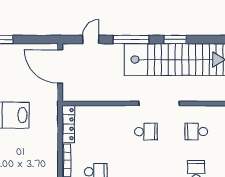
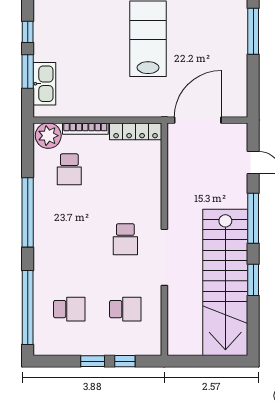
door: (60, 66) -> (198, 120), moved
school desk: (196, 131) -> (125, 309), turned 90

